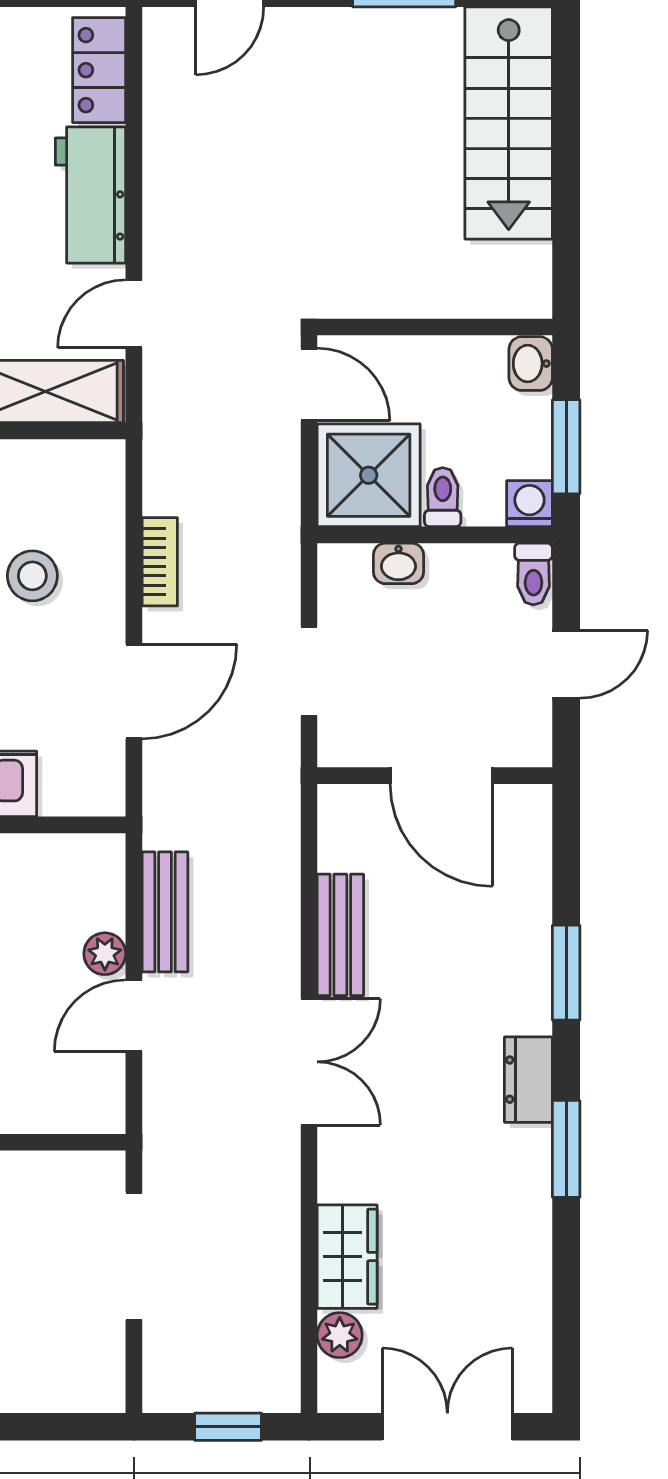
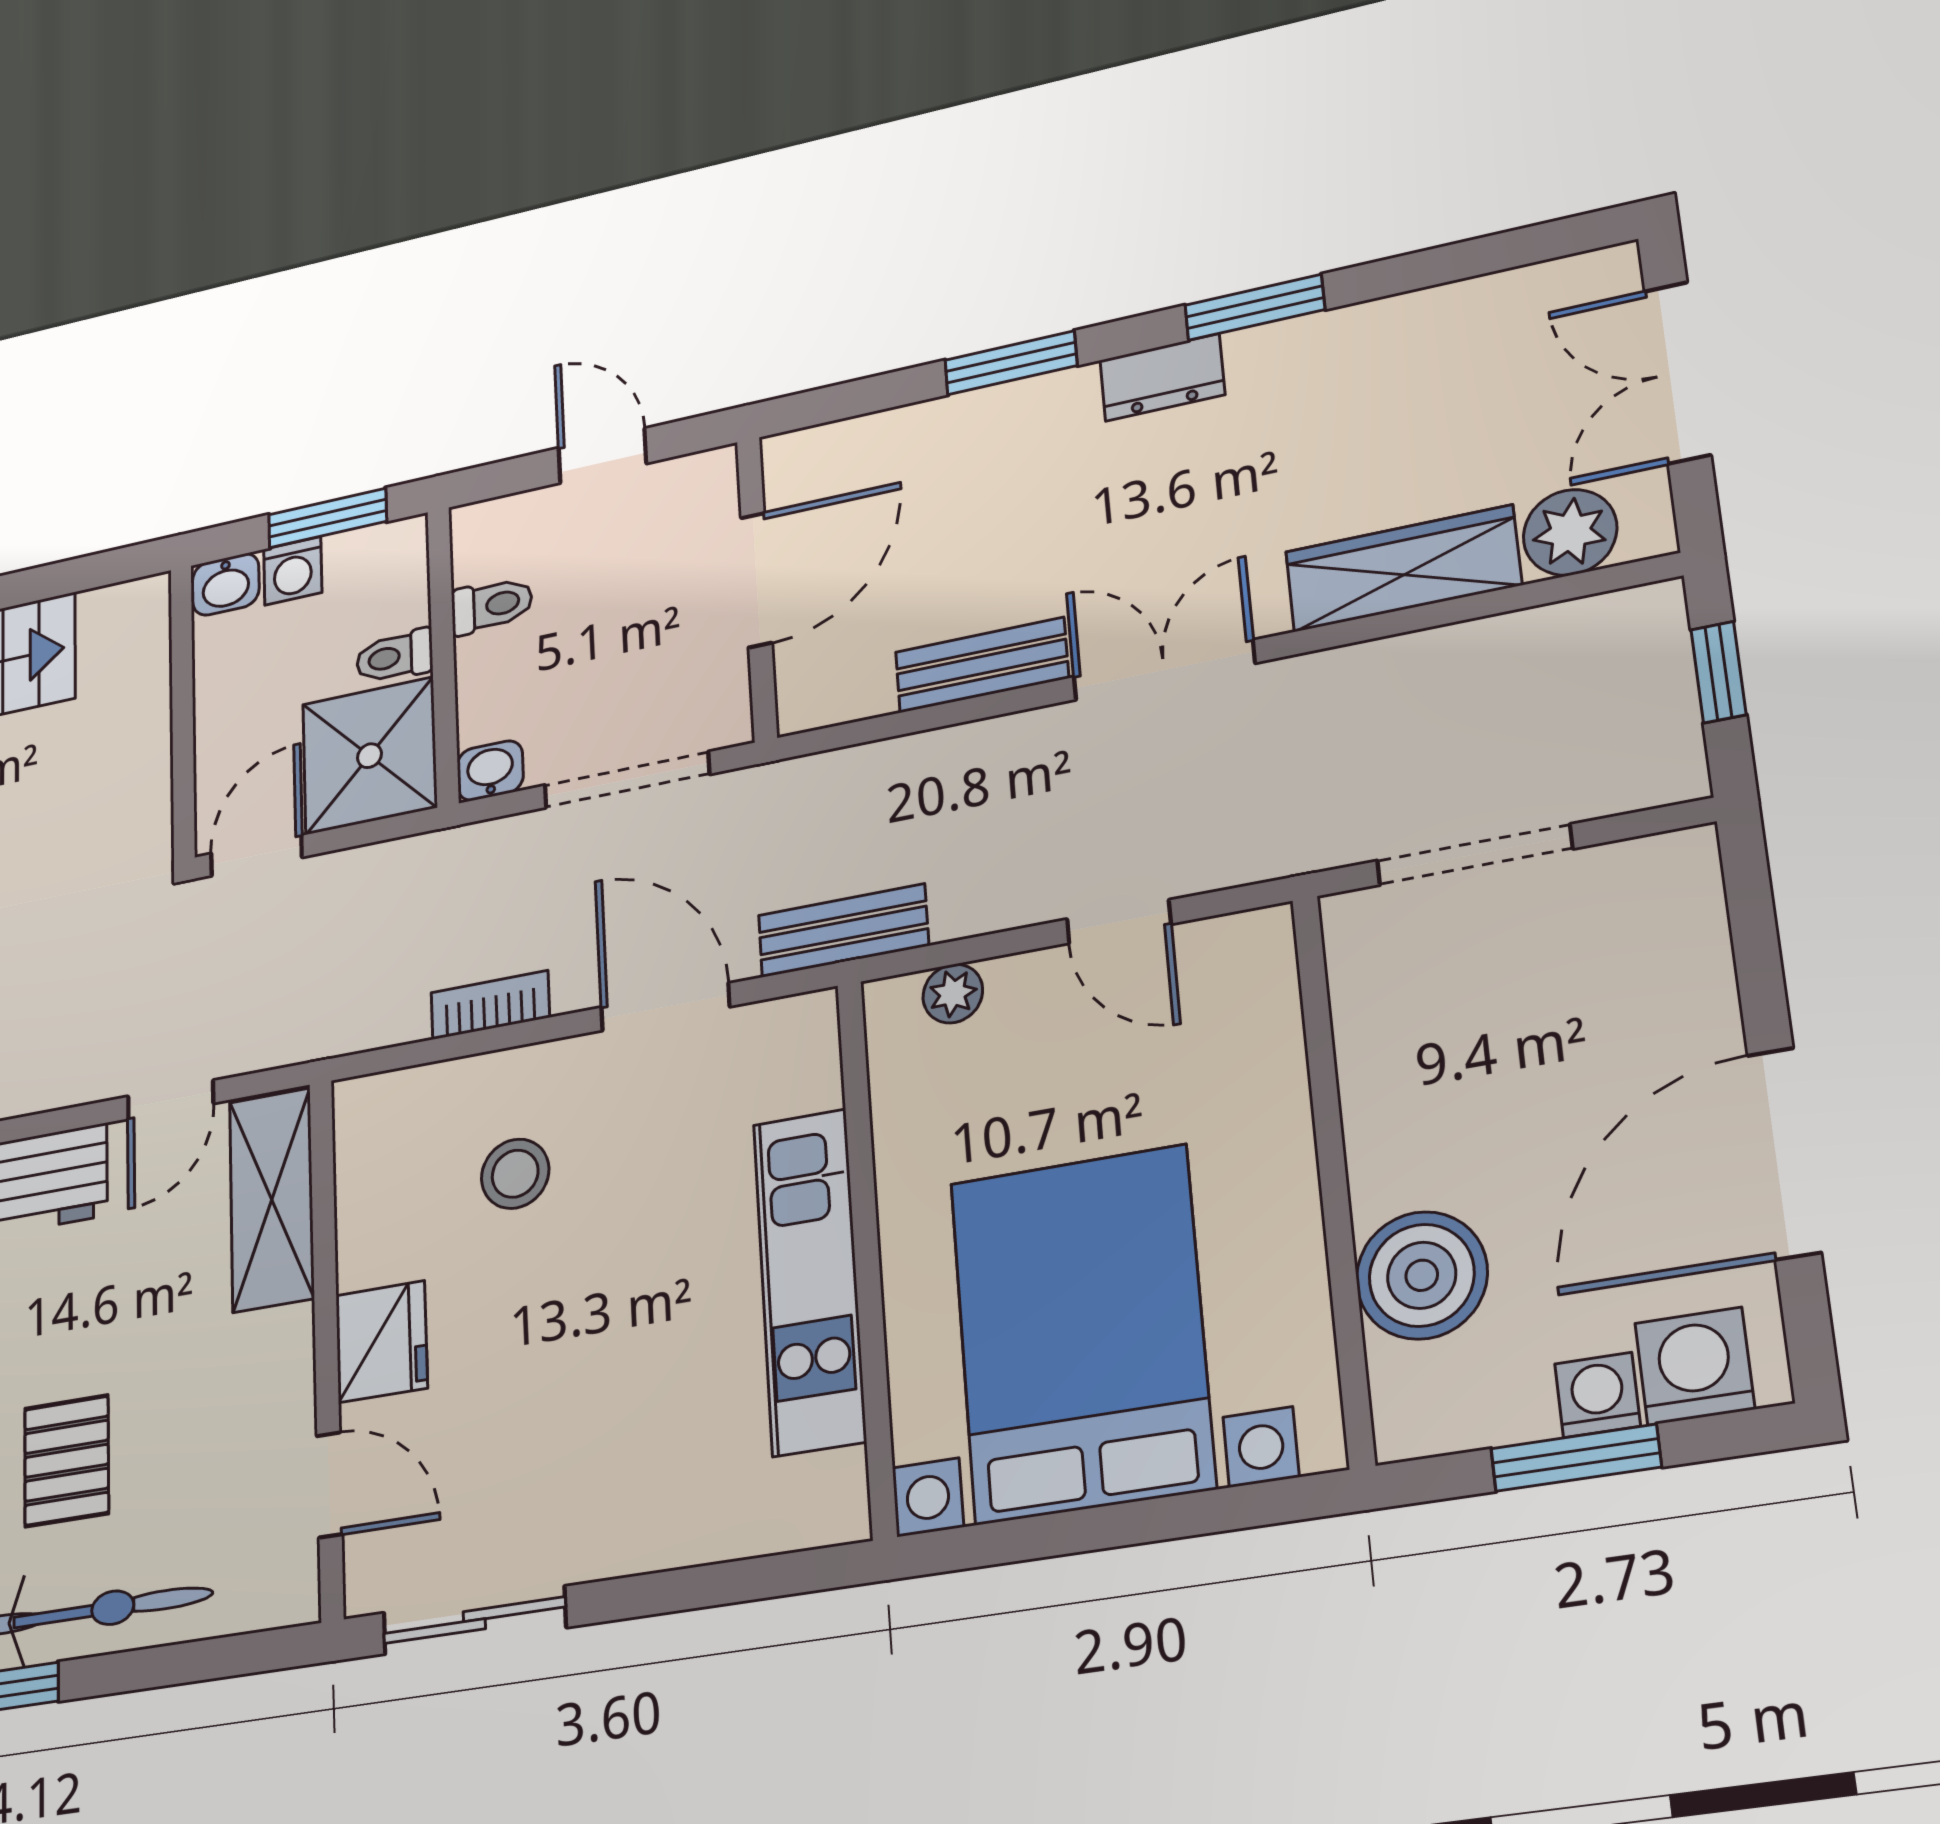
door: (134, 314) -> (171, 1100), hinge flipped
washing machine: (529, 504) -> (293, 571), moved, turned -90
washbasin: (398, 563) -> (490, 771), moved, turned -90
toilet: (533, 574) -> (492, 605), moved
doorway: (309, 671) -> (627, 780), width x1.38
bench: (165, 912) -> (843, 931), moved
plant: (105, 954) -> (953, 994), moved
wardrobe: (347, 1257) -> (1403, 568), width x1.50
plant: (340, 1335) -> (1570, 532), width x1.38, depth x1.38

